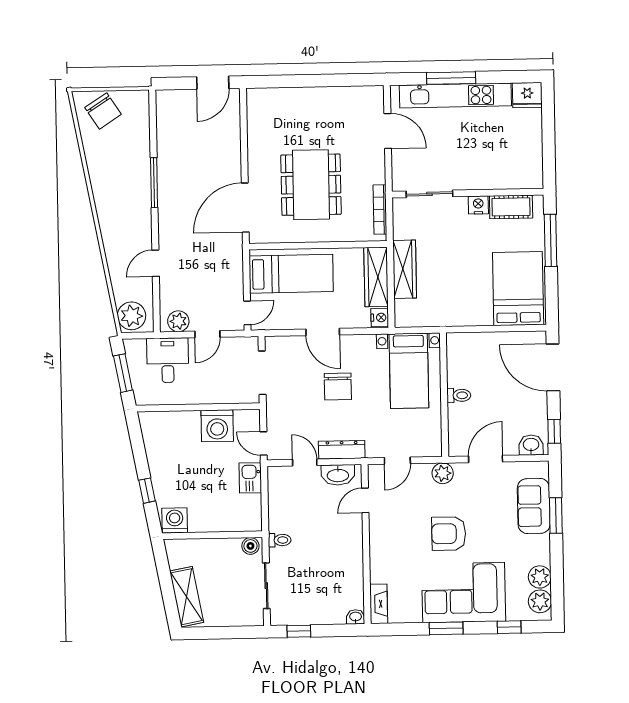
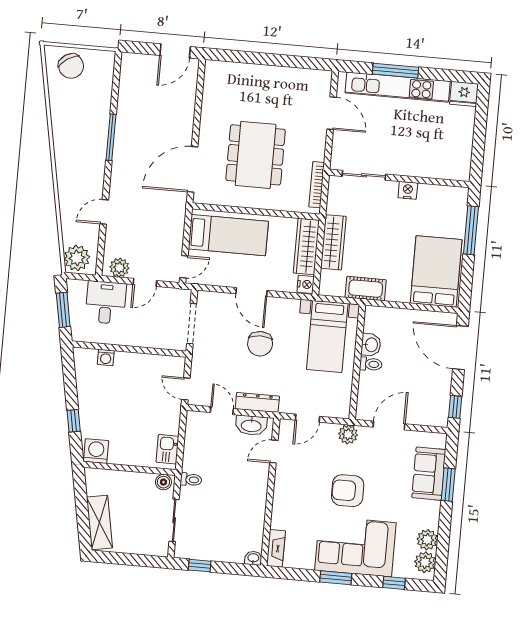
cot: (511, 207) -> (366, 289), moved
washing machine: (217, 426) -> (106, 357), moved, width x0.53, depth x0.53
washbasin: (531, 445) -> (371, 345), moved, turned 90
kitchen sink: (250, 478) -> (167, 449), moved

